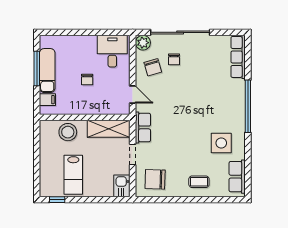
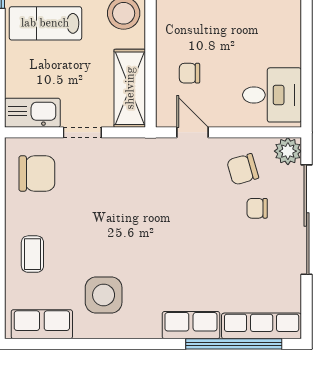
chair: (87, 79) -> (189, 73), moved
door: (133, 95) -> (193, 132), swing flipped
window: (248, 106) -> (234, 344), moved
row of seats: (143, 127) -> (191, 325), moved, turned 180
chair: (155, 179) -> (37, 173), turned 88
kitchen sink: (122, 186) -> (32, 113), width x1.38

